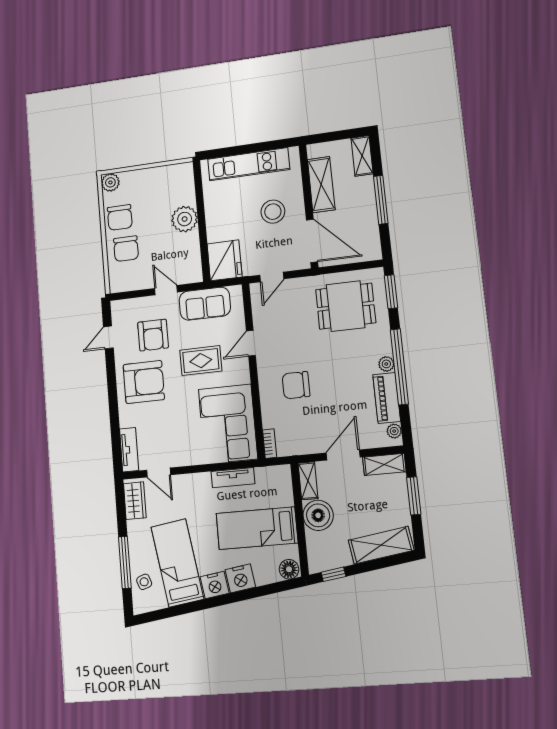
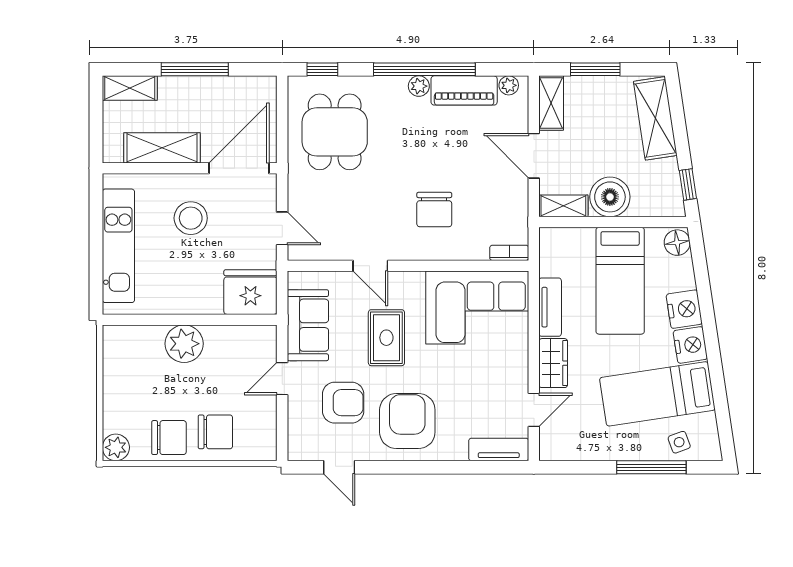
window: (391, 292) -> (322, 69), width x0.67
wardrobe: (135, 501) -> (553, 363), moved, turned 90

